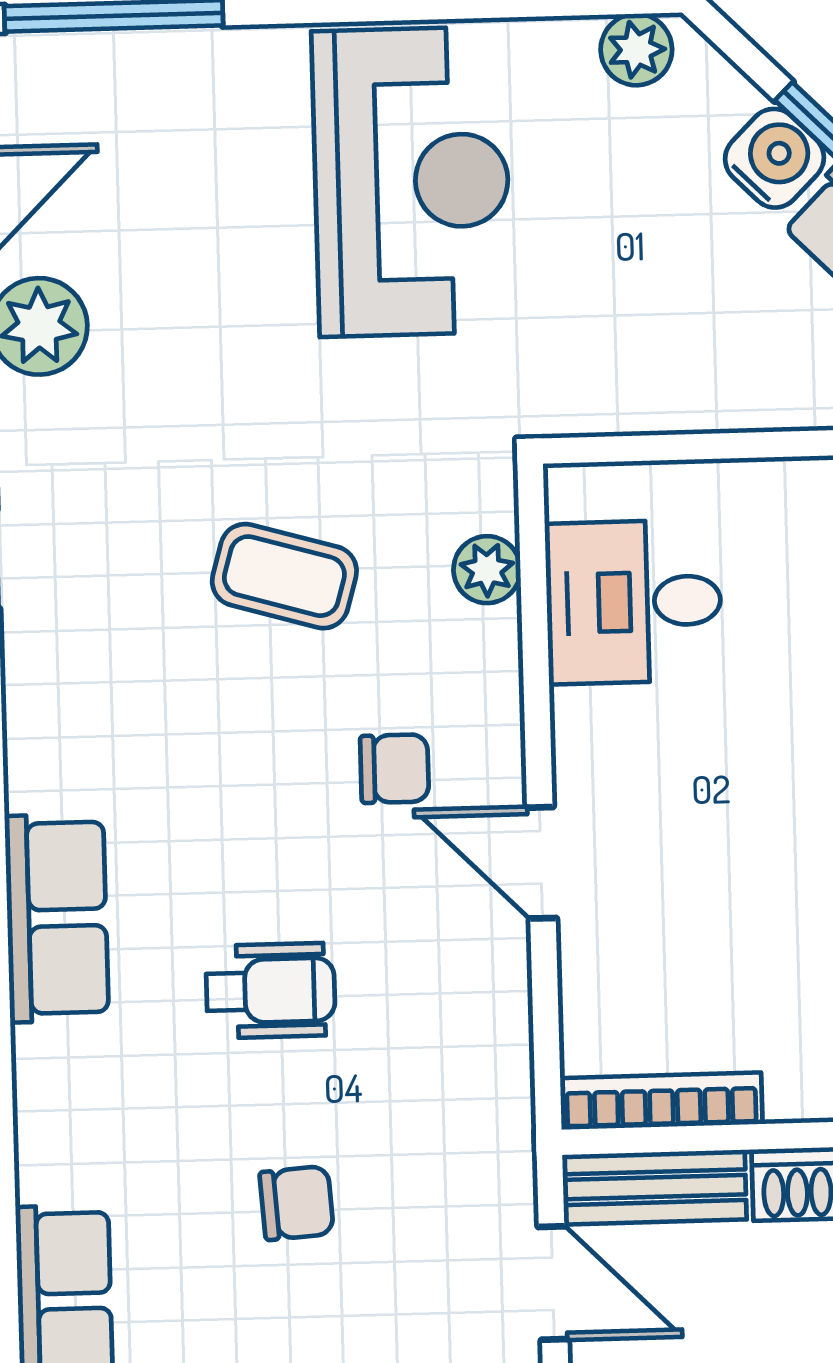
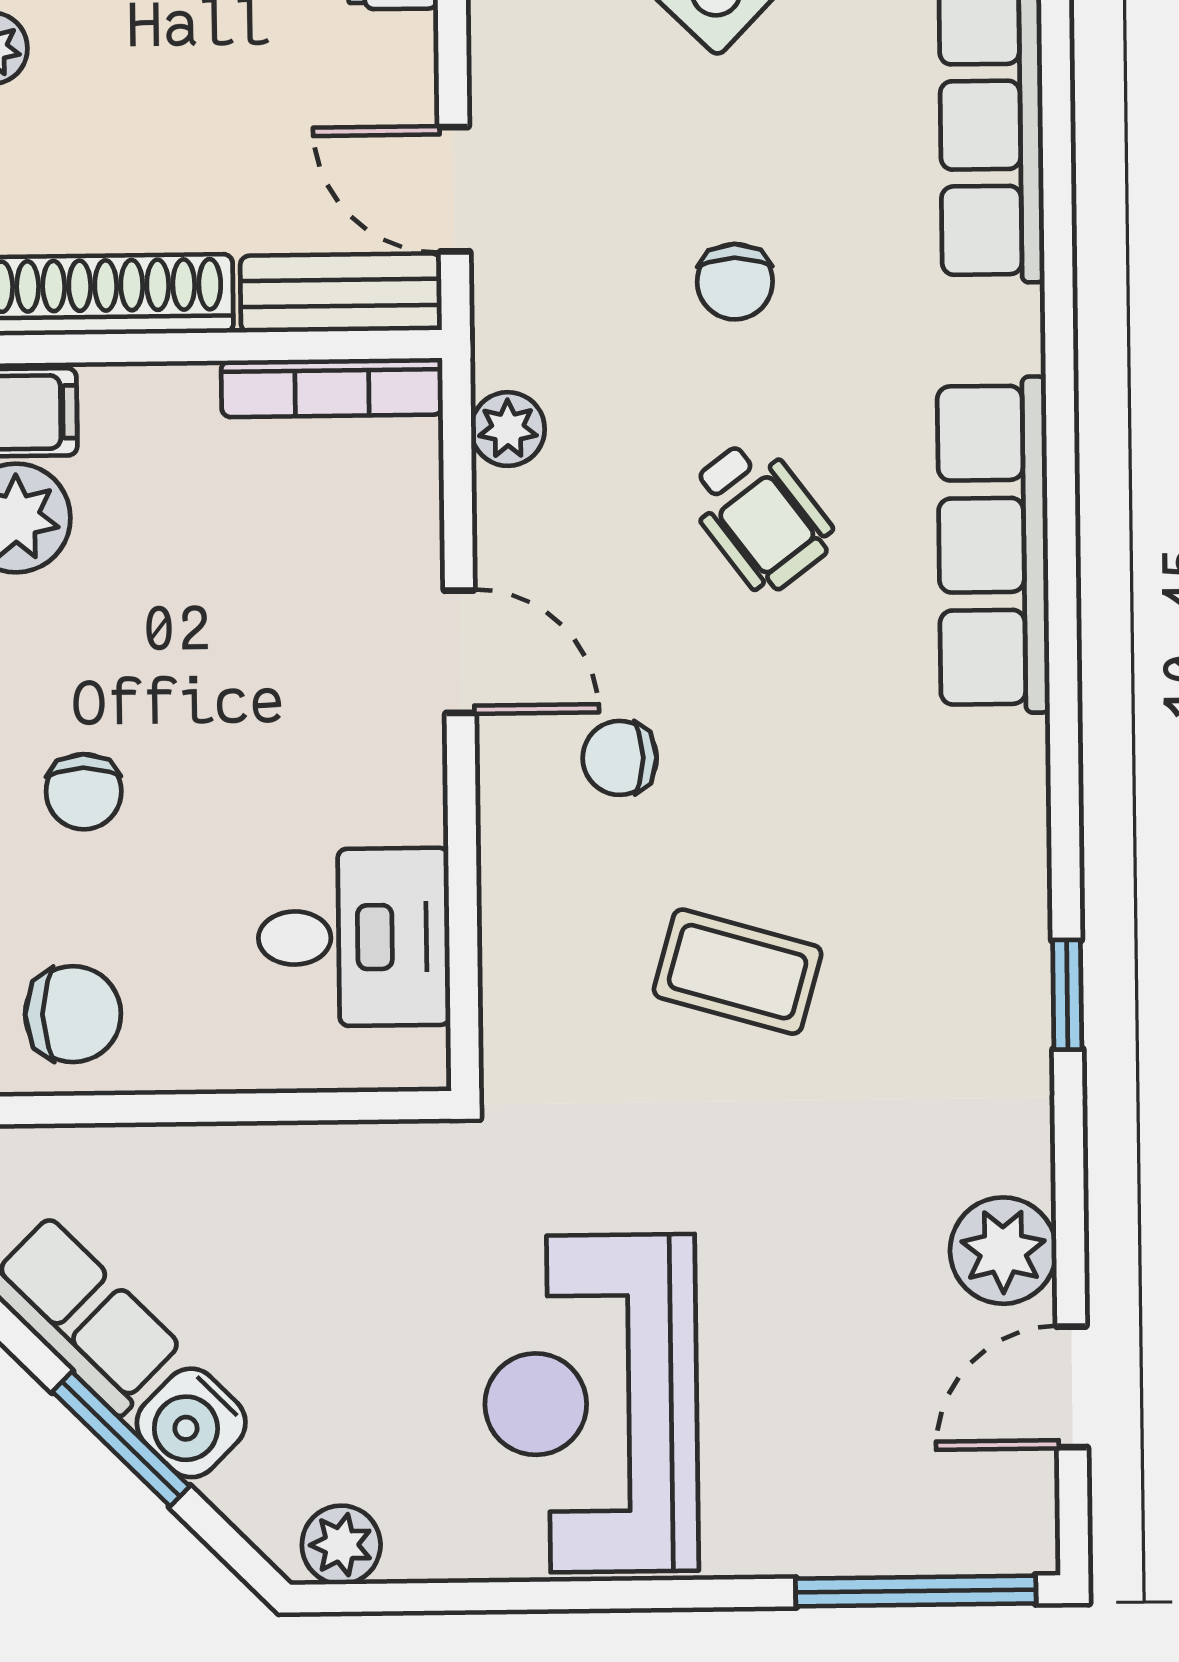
plant: (487, 570) -> (508, 429), moved
row of seats: (57, 918) -> (993, 545), width x1.48
wheelchair: (271, 991) -> (760, 516), turned -127
chair: (297, 1203) -> (735, 282), turned -86

